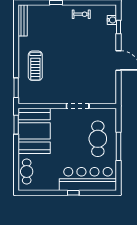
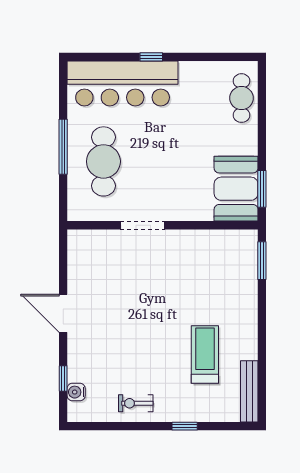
treadmill: (35, 66) -> (205, 355), moved
booth: (34, 131) -> (236, 189), width x0.73, depth x0.70

